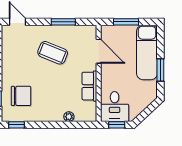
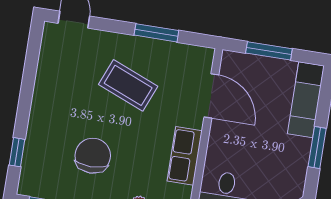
exam couch: (147, 52) -> (306, 100), width x0.73, depth x0.69
chair: (21, 96) -> (93, 156), moved, turned -90

